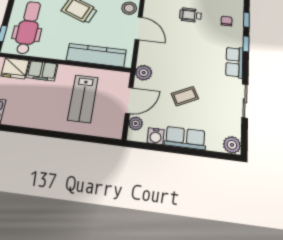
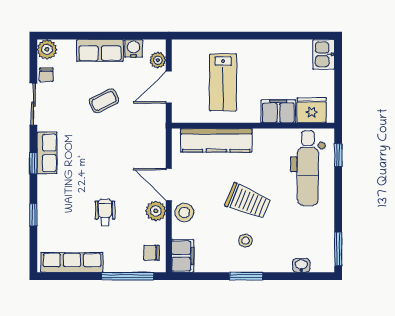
wheelchair: (190, 15) -> (105, 212), turned -90
chair: (227, 21) -> (46, 75), moved
window: (246, 44) -> (33, 163), moved
plant: (144, 73) -> (156, 211), moved
lab bench: (83, 99) -> (223, 82), turned 180

